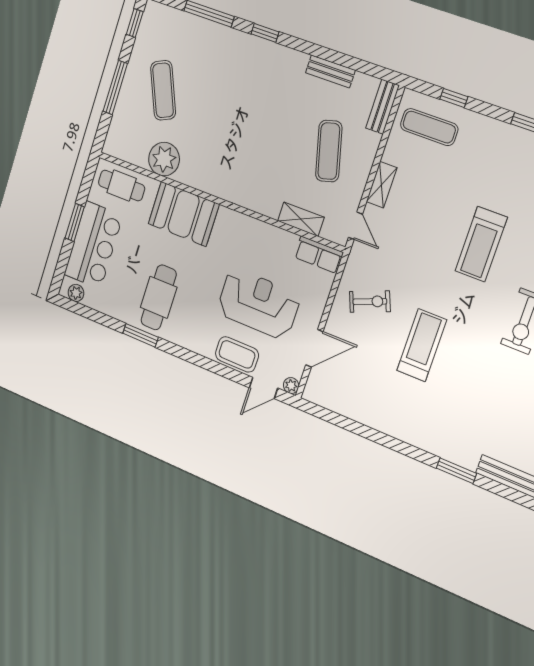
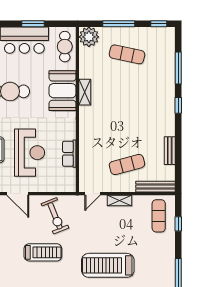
exercise mat: (163, 90) -> (127, 54), turned 36
bench: (383, 107) -> (155, 187), width x1.36
plant: (164, 159) -> (89, 37), moved
shelving: (301, 219) -> (85, 92), moved
treadmill: (481, 244) -> (108, 265), width x1.37, depth x1.38
row of seats: (319, 255) -> (69, 154), moved
exercise bike: (370, 302) -> (55, 216), width x1.38, depth x1.39

